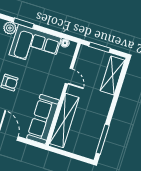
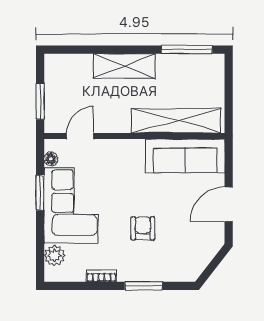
window: (24, 23) -> (40, 193), moved
shelving: (112, 75) -> (124, 66), moved
door: (69, 76) -> (80, 136), moved

